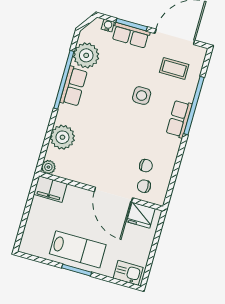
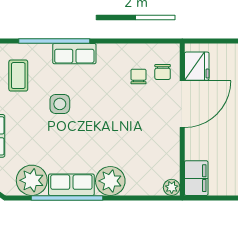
plant: (62, 137) -> (110, 181), moved

